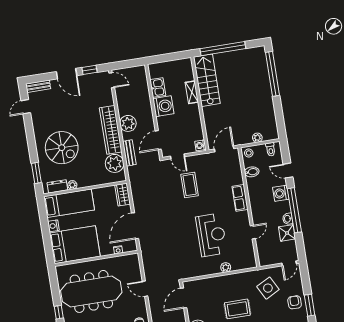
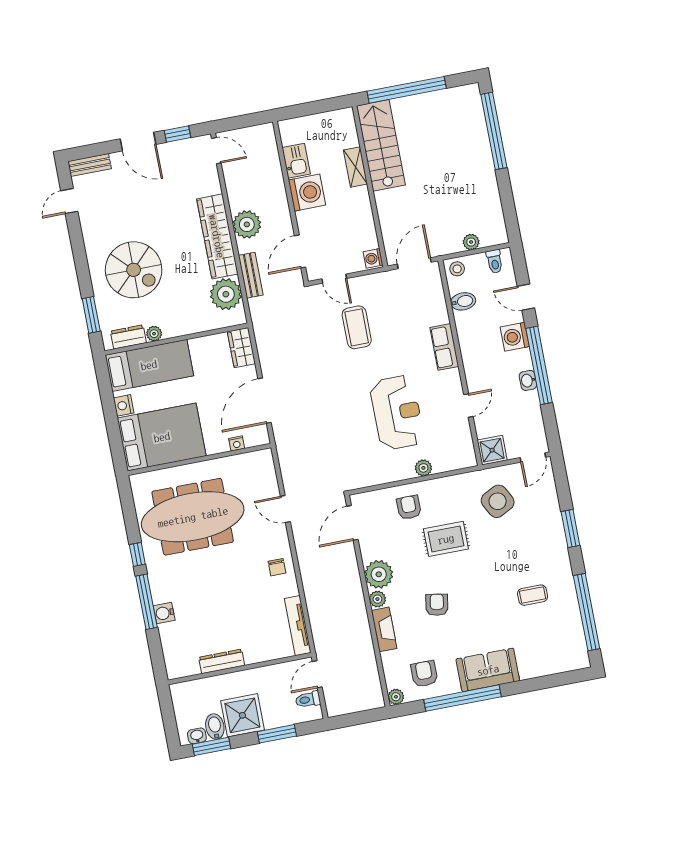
shower: (287, 233) -> (492, 450), moved
armchair: (295, 302) -> (409, 507), moved

